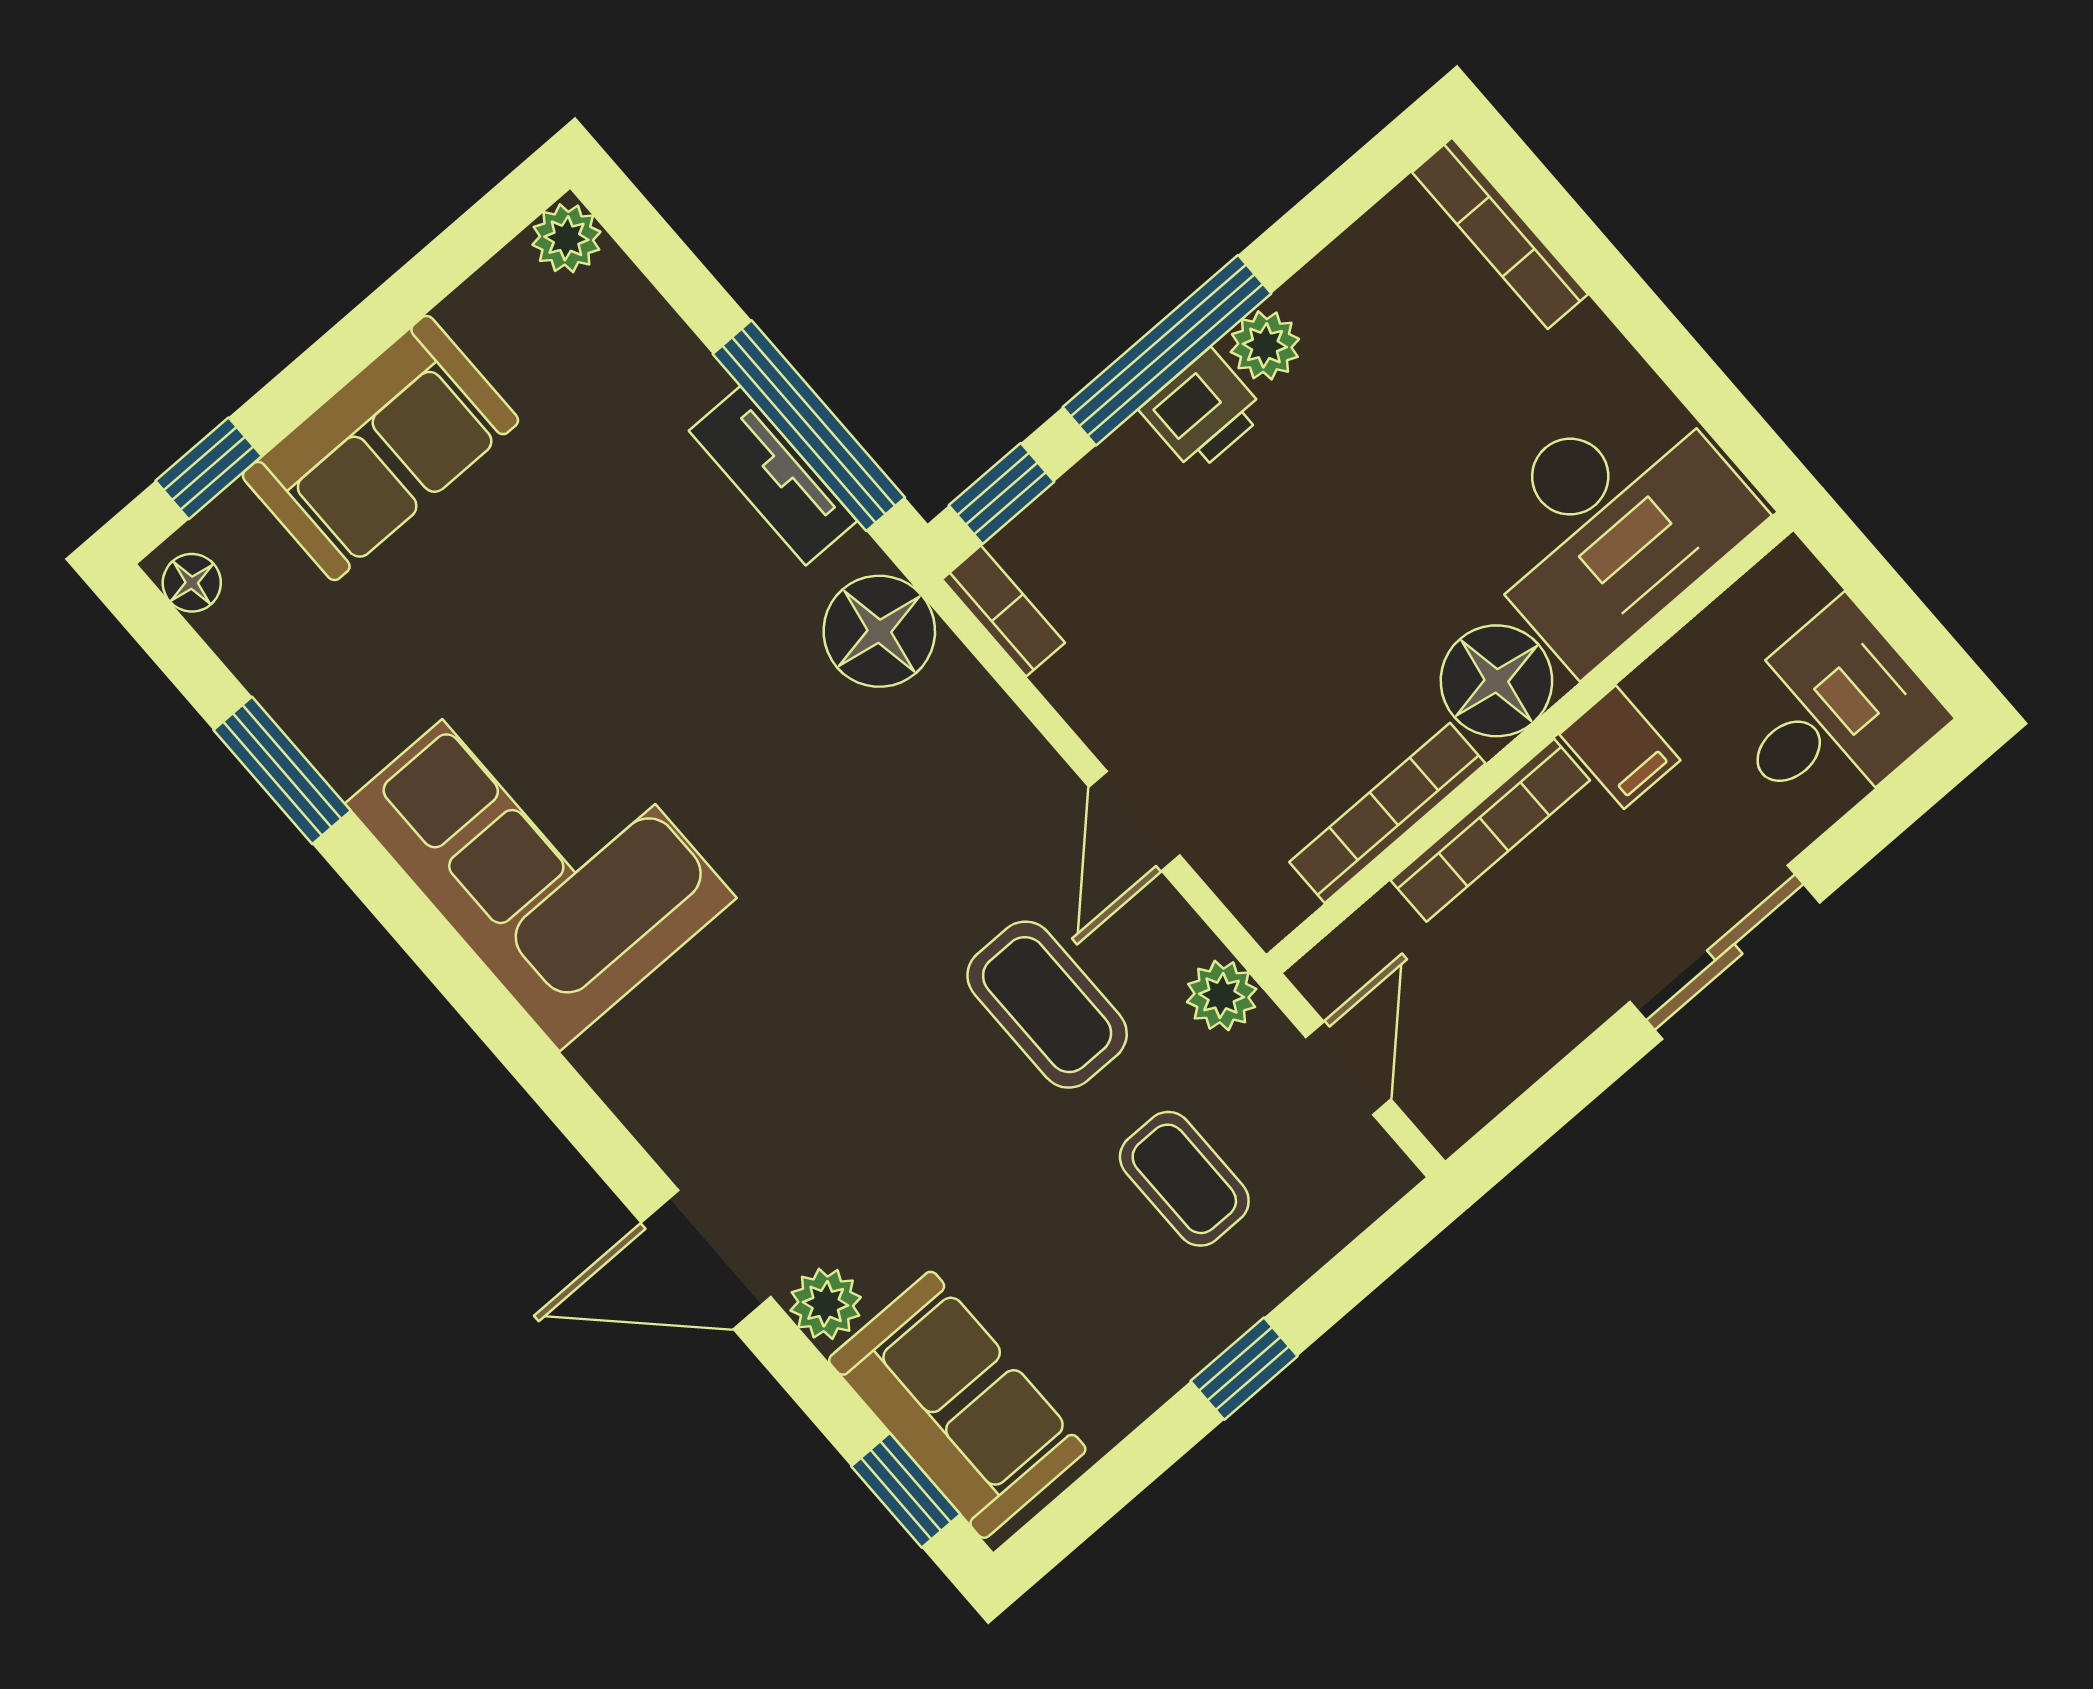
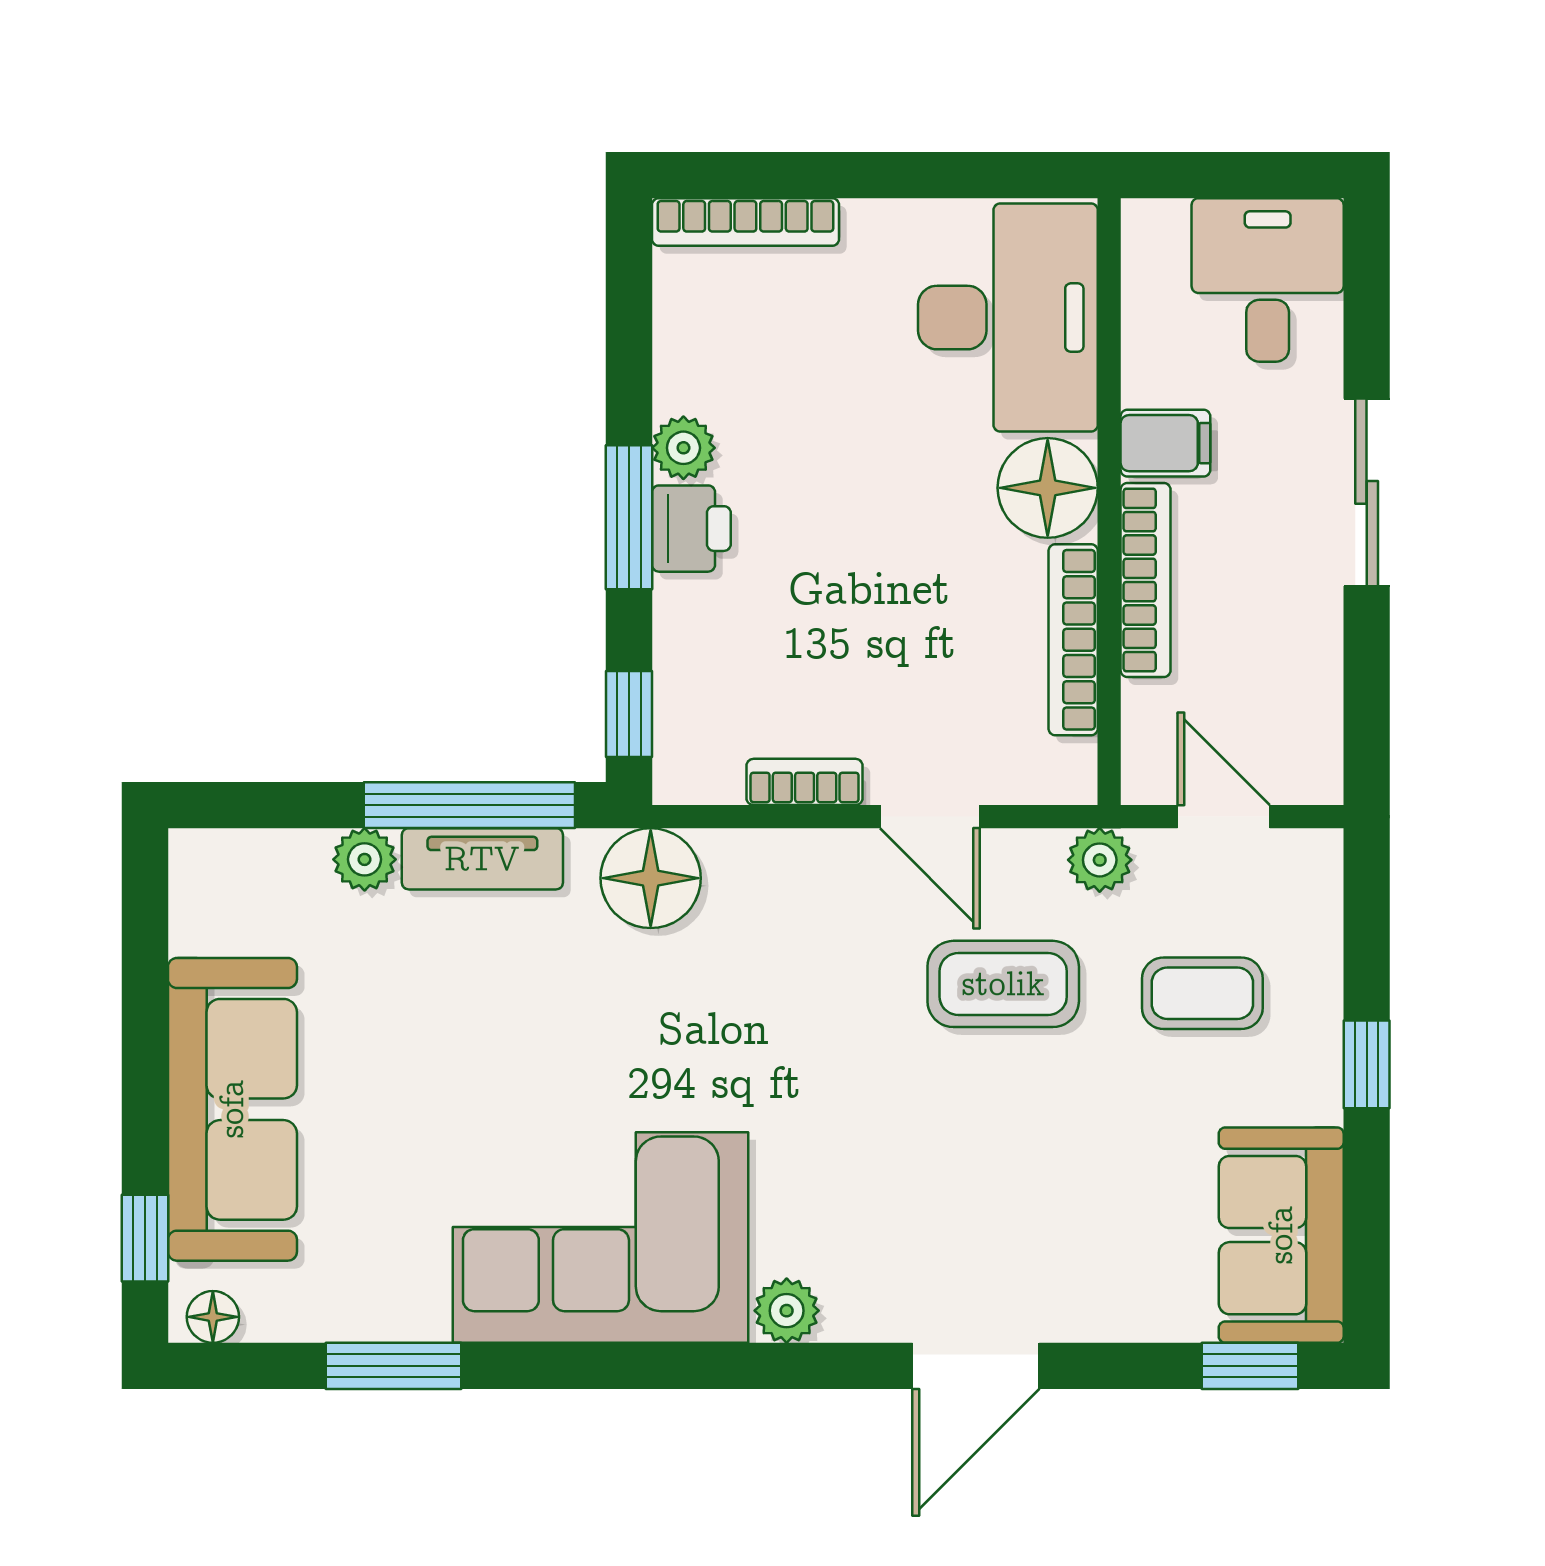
plant: (566, 238) -> (365, 859), moved
window: (1167, 350) -> (629, 517), width x0.69
sofa: (380, 448) -> (232, 1109), width x1.36
bookcase: (1003, 611) -> (805, 782), moved
plant: (826, 1304) -> (787, 1311), moved
sofa: (957, 1405) -> (1281, 1235), moved, turned -90

